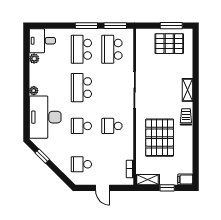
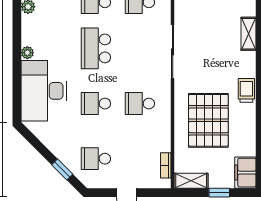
shelving: (187, 90) -> (248, 34), moved
window: (42, 156) -> (62, 169), moved
filing cabinet: (185, 179) -> (245, 173), width x2.00

